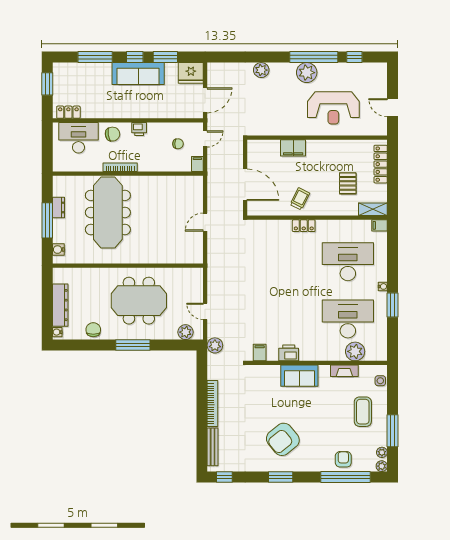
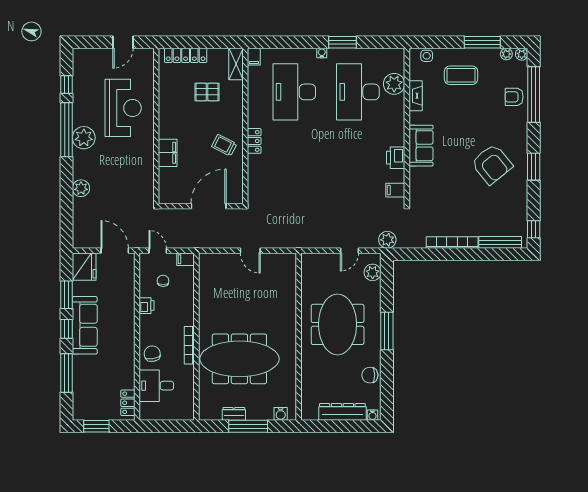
printer: (139, 129) -> (147, 306), moved
desk: (78, 138) -> (156, 386), width x0.73

